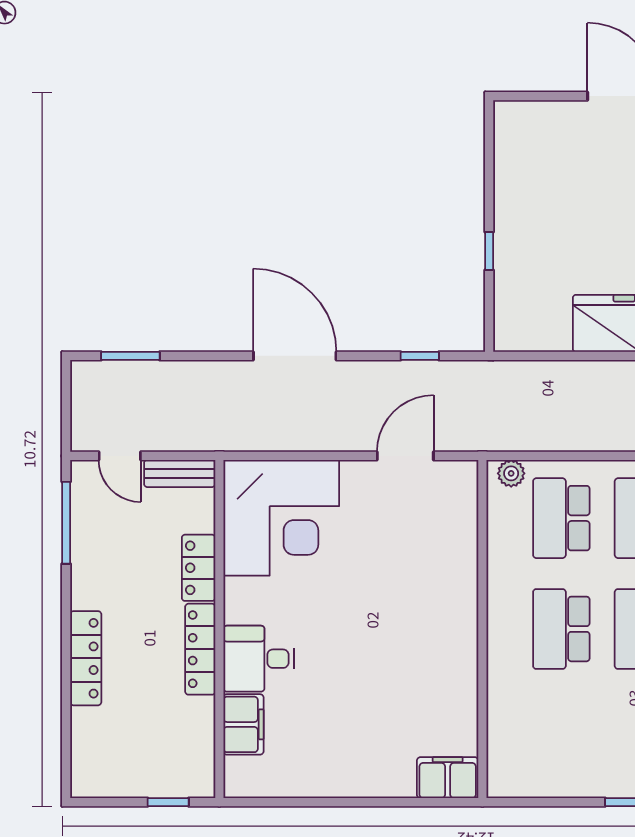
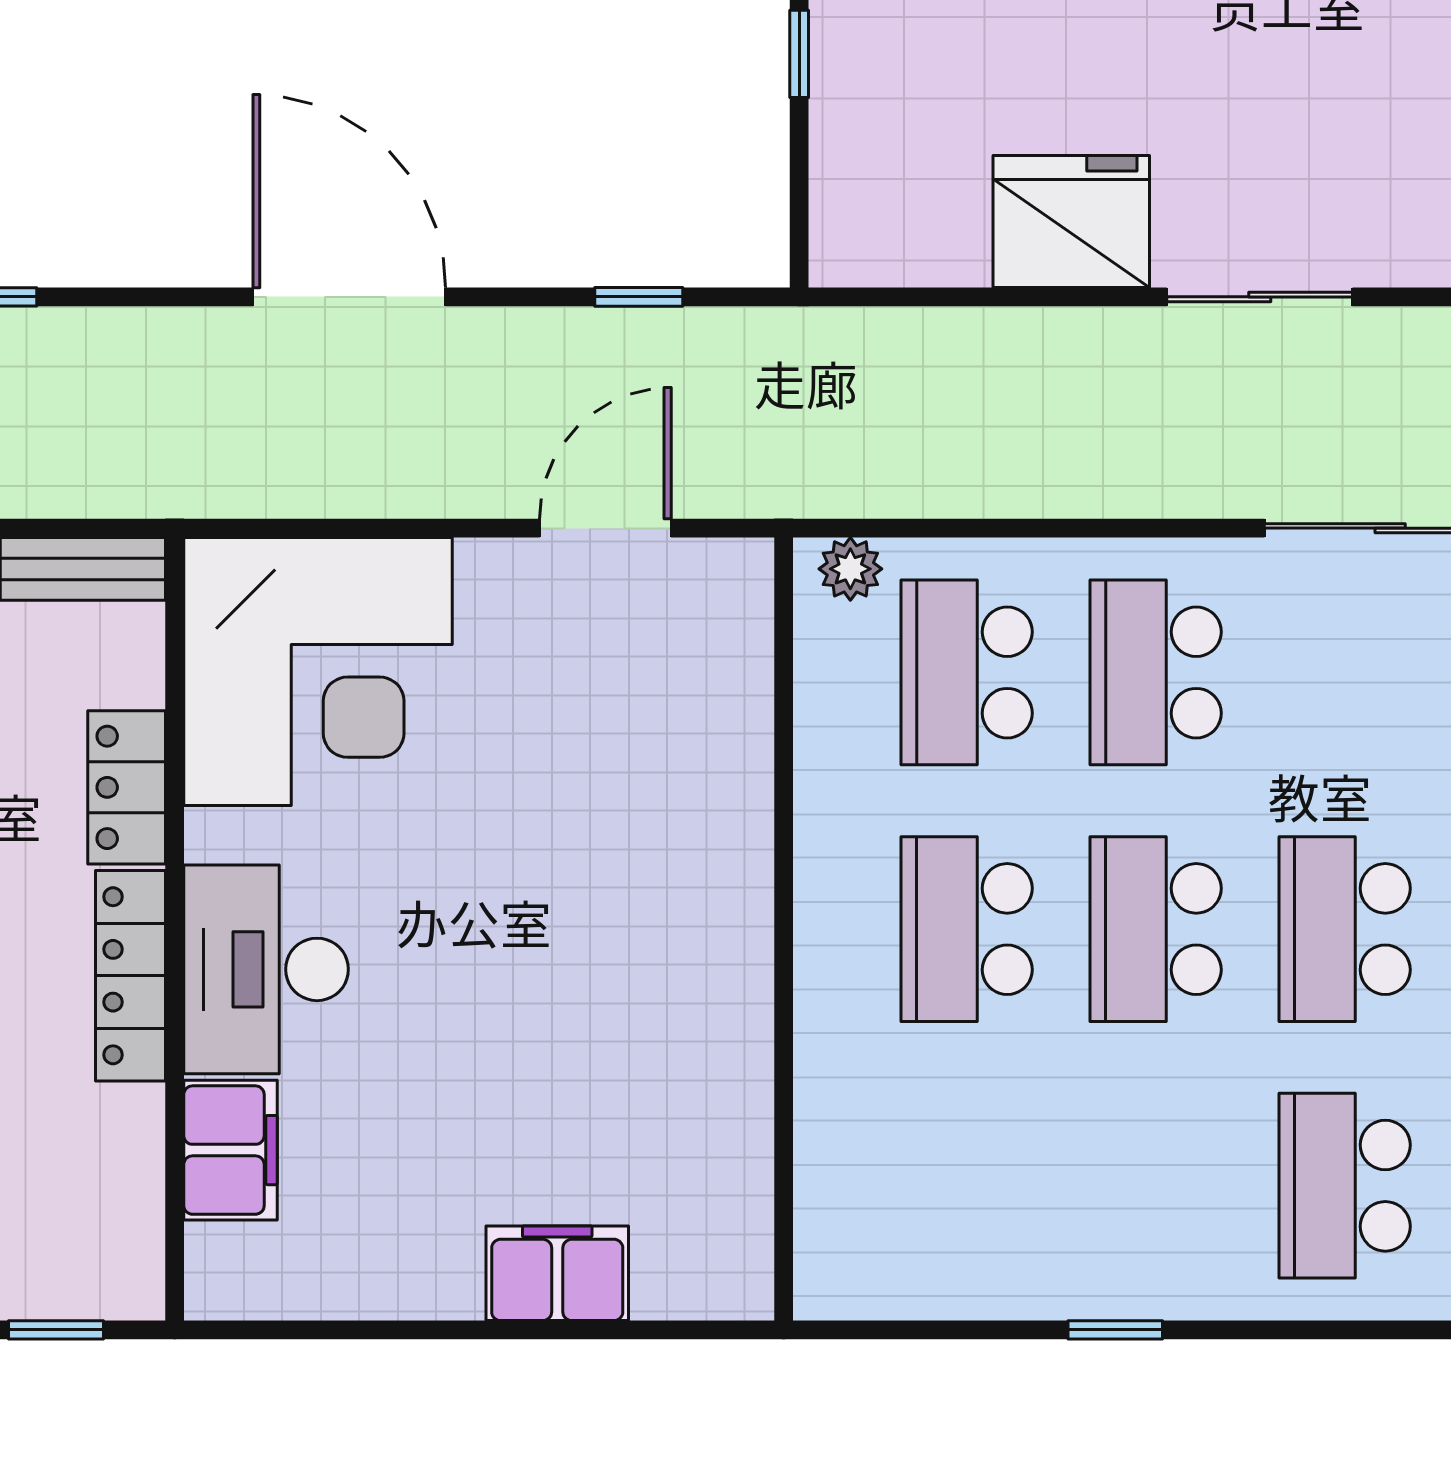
desk: (259, 659) -> (266, 969), width x1.37
filing cabinet: (448, 778) -> (557, 1273), moved

